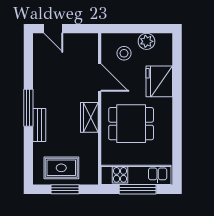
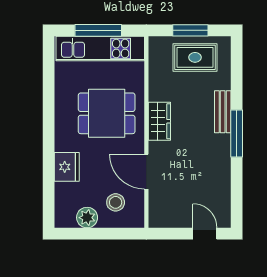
fridge: (159, 81) -> (67, 167), width x0.73, depth x0.75

